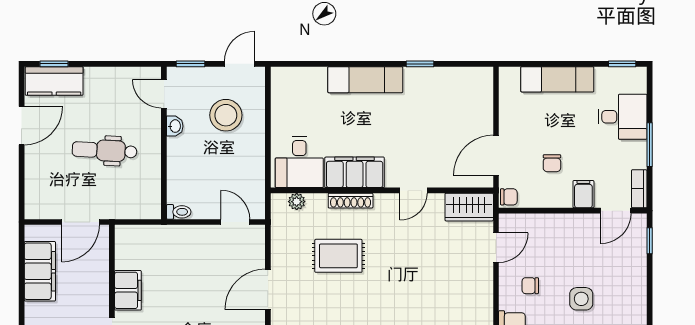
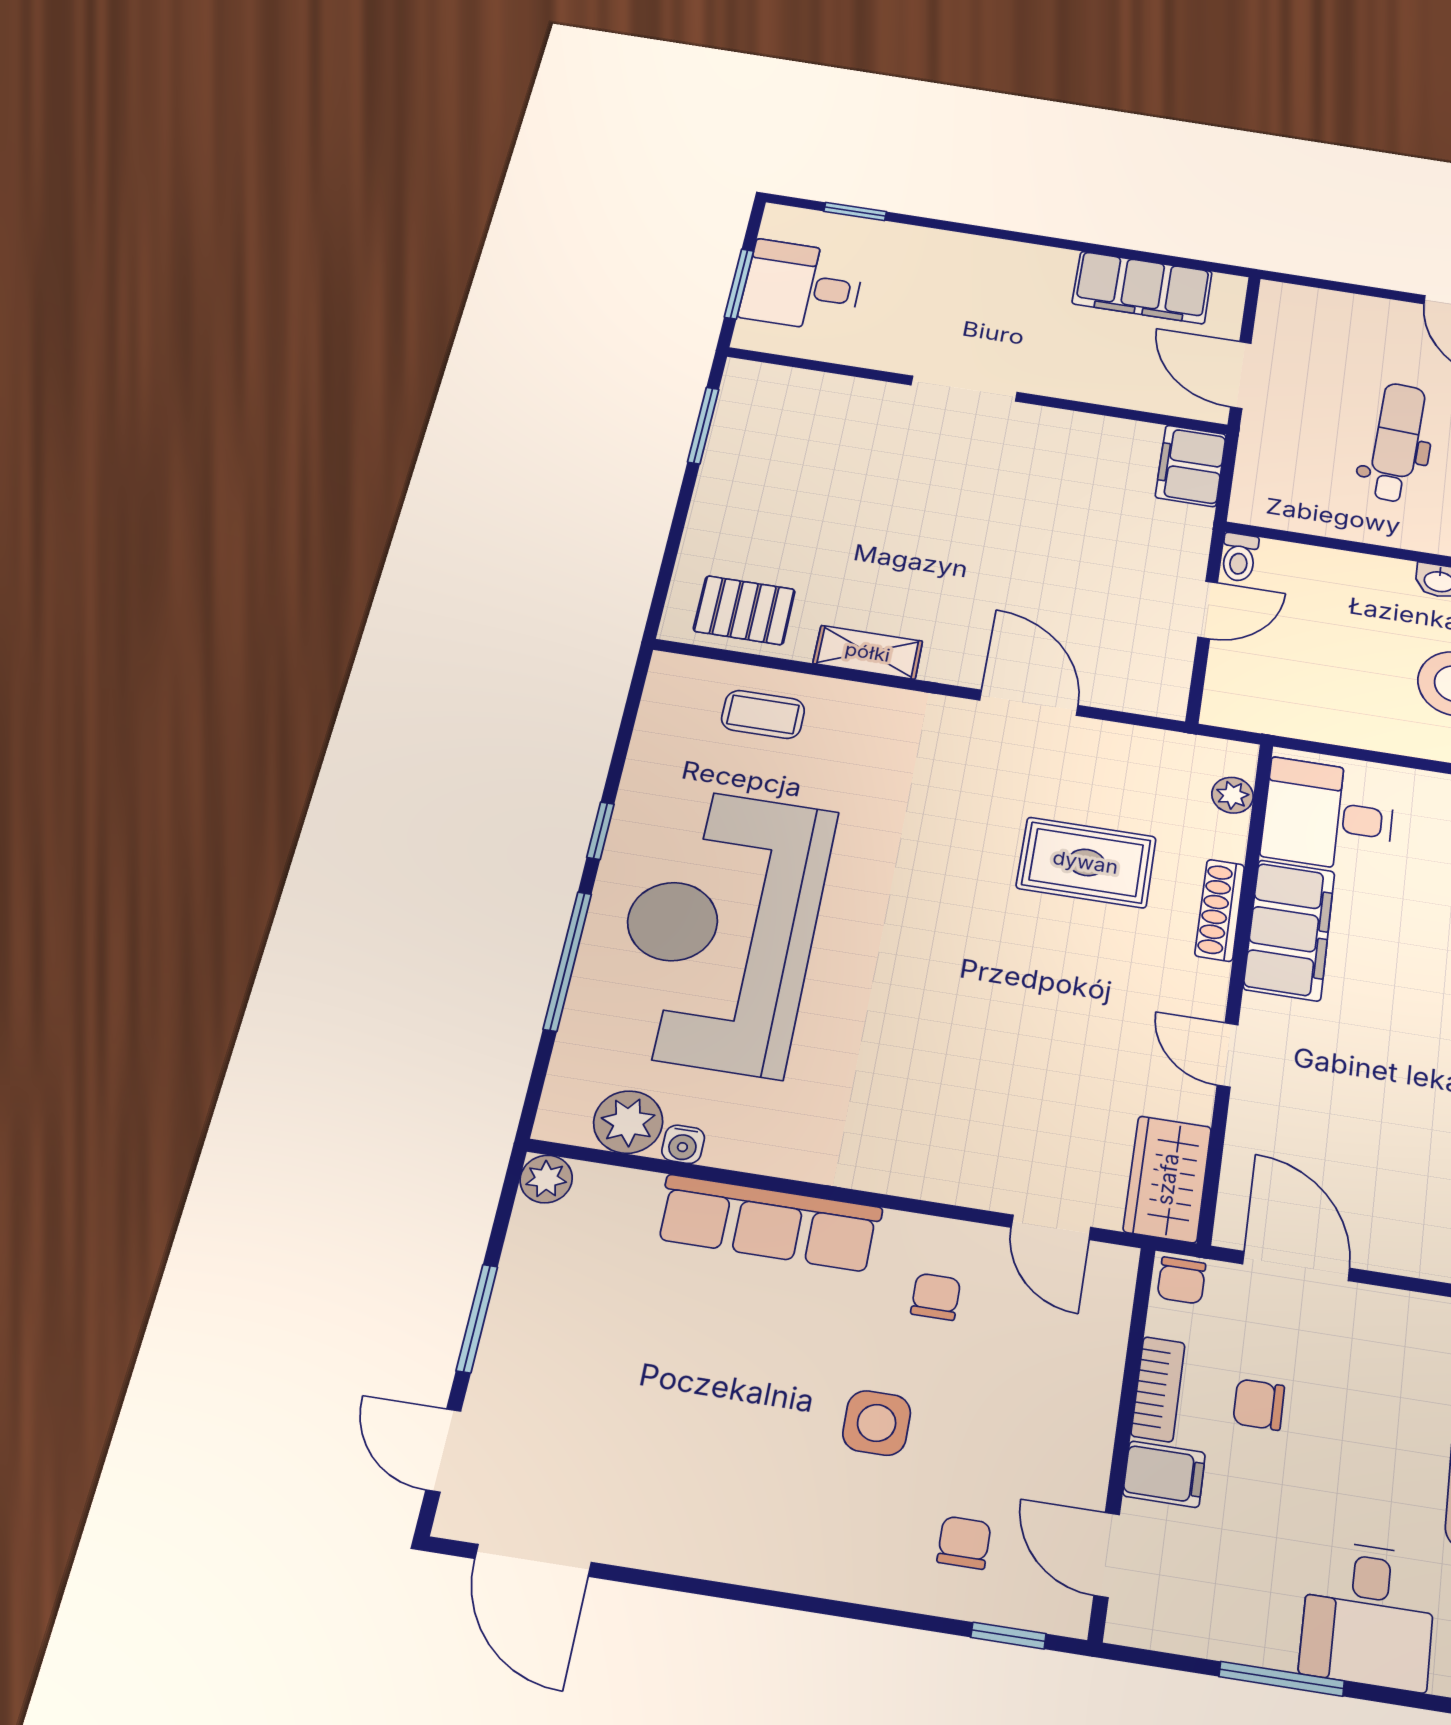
bookcase: (639, 189) -> (1158, 1389), moved, turned 90
door: (235, 222) -> (1208, 610), moved
rug: (338, 256) -> (1086, 862), turned 90
chair: (619, 261) -> (964, 1543), added
filing cabinet: (128, 290) -> (1191, 466), moved, turned 90

